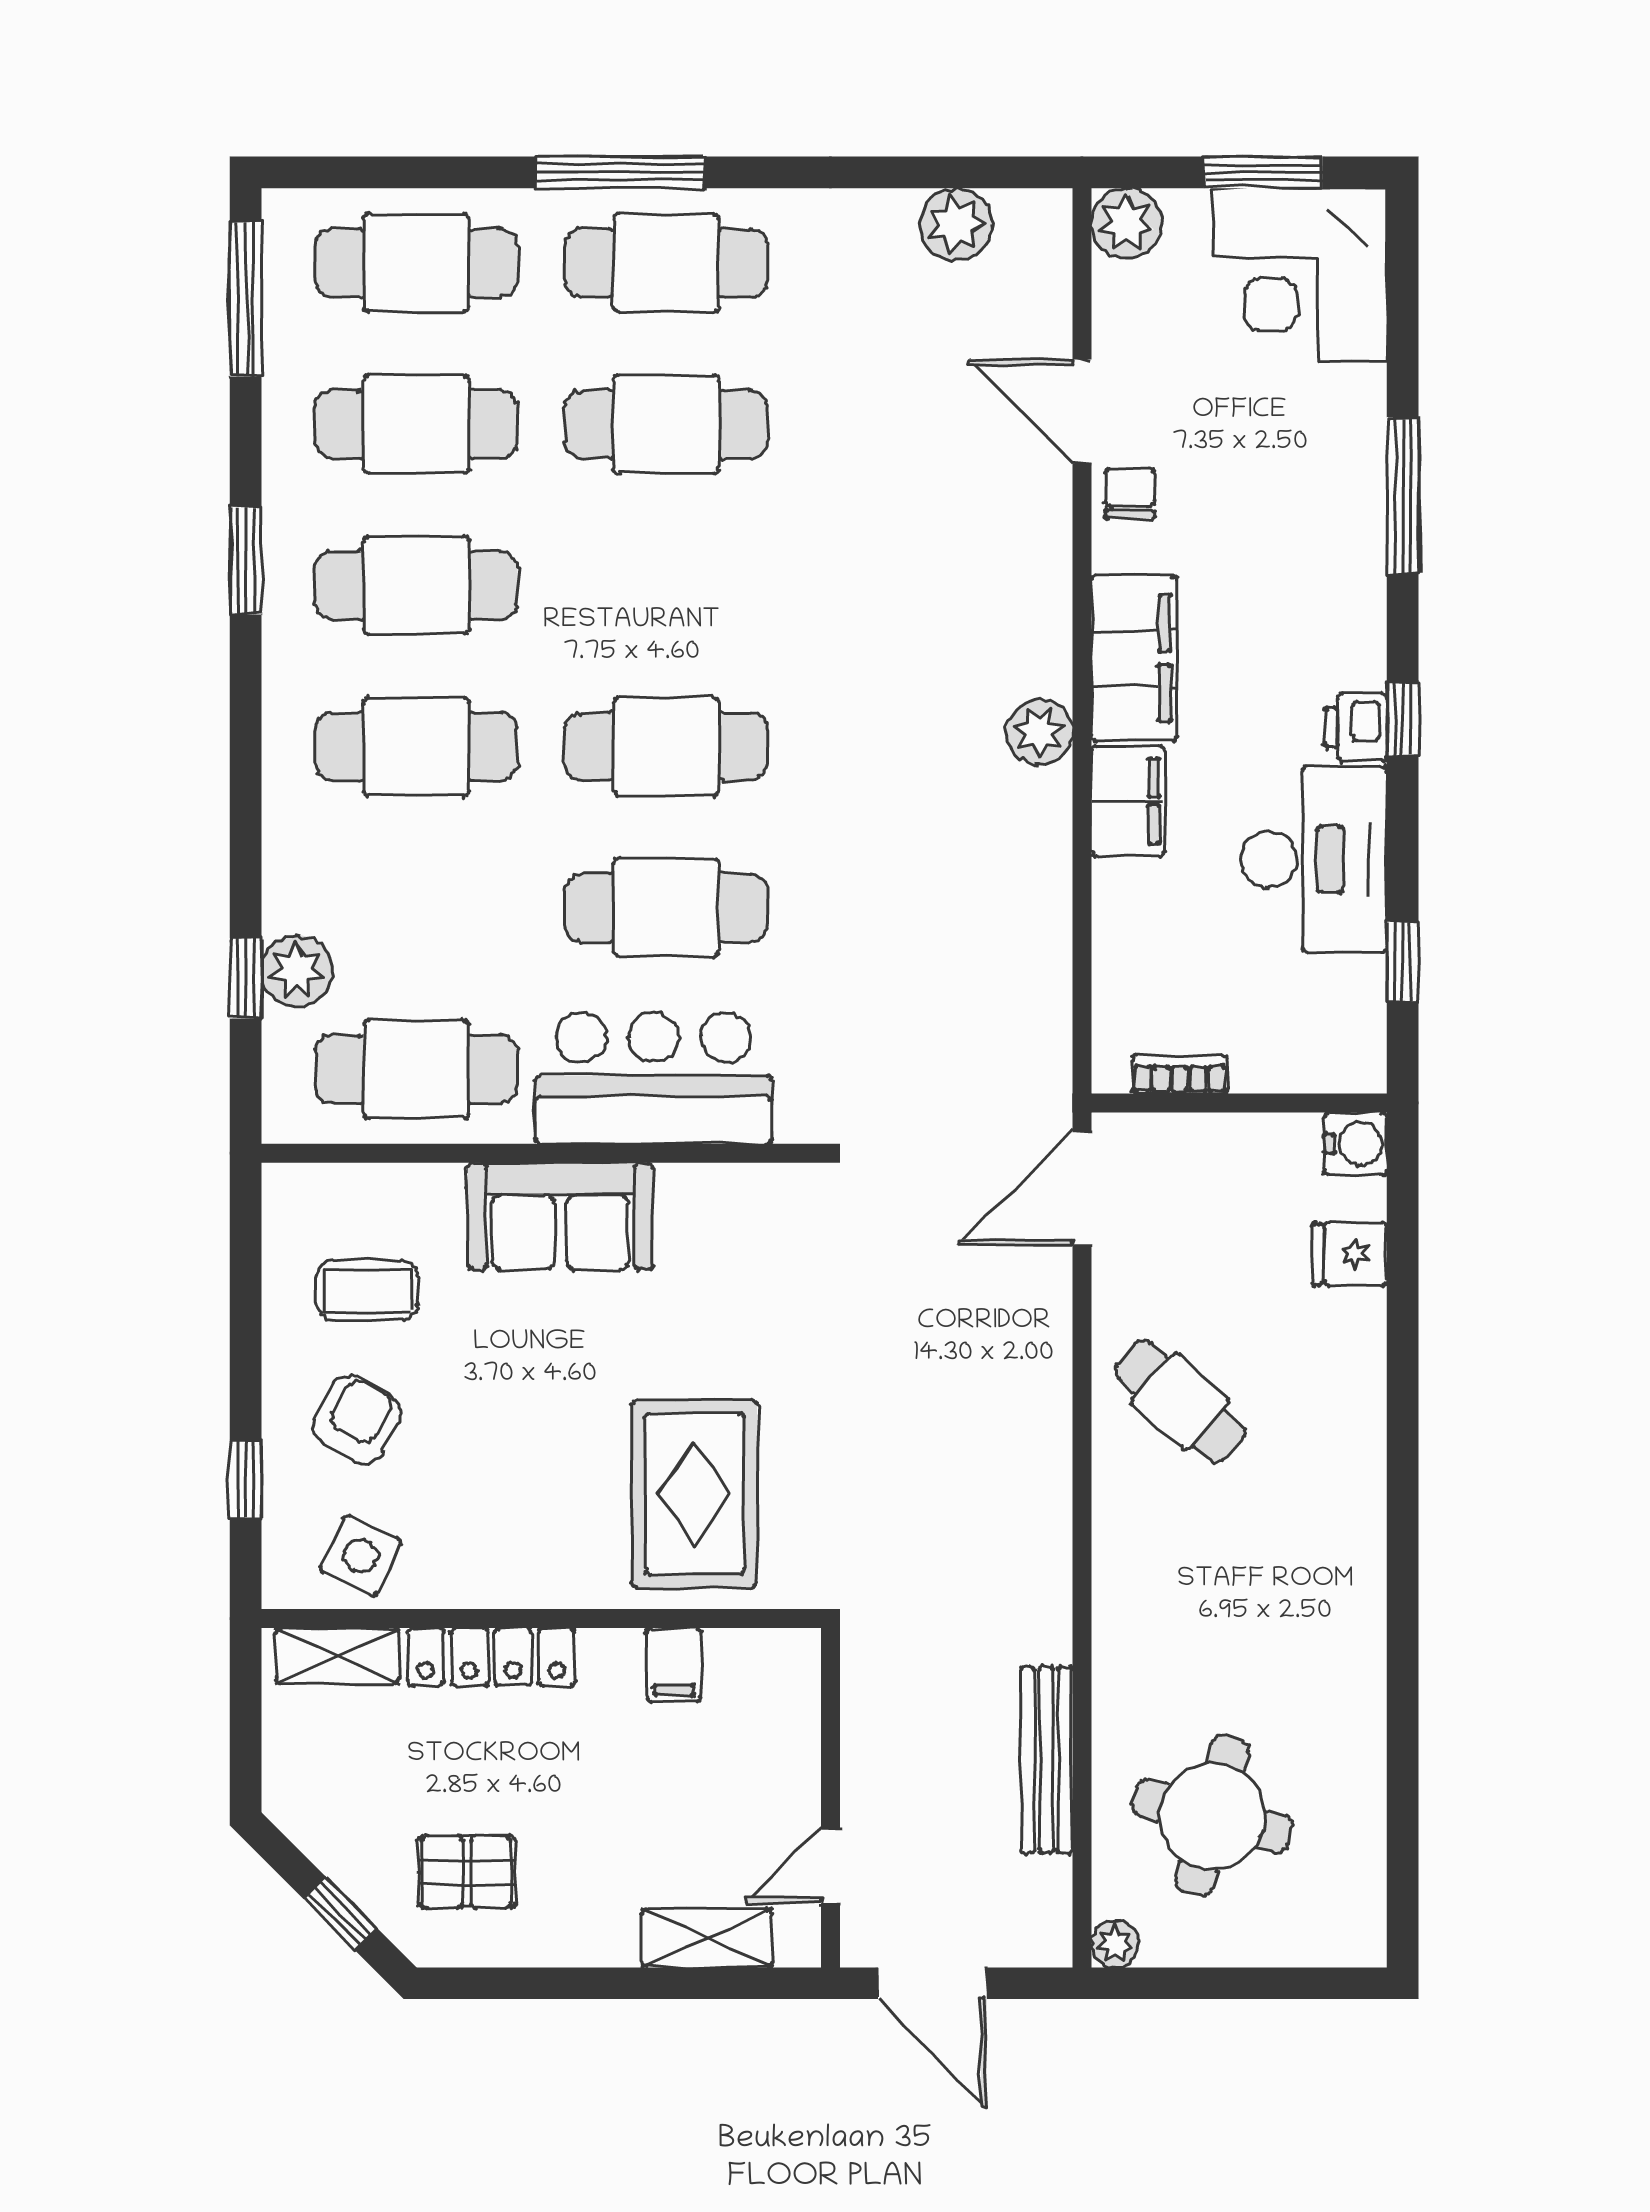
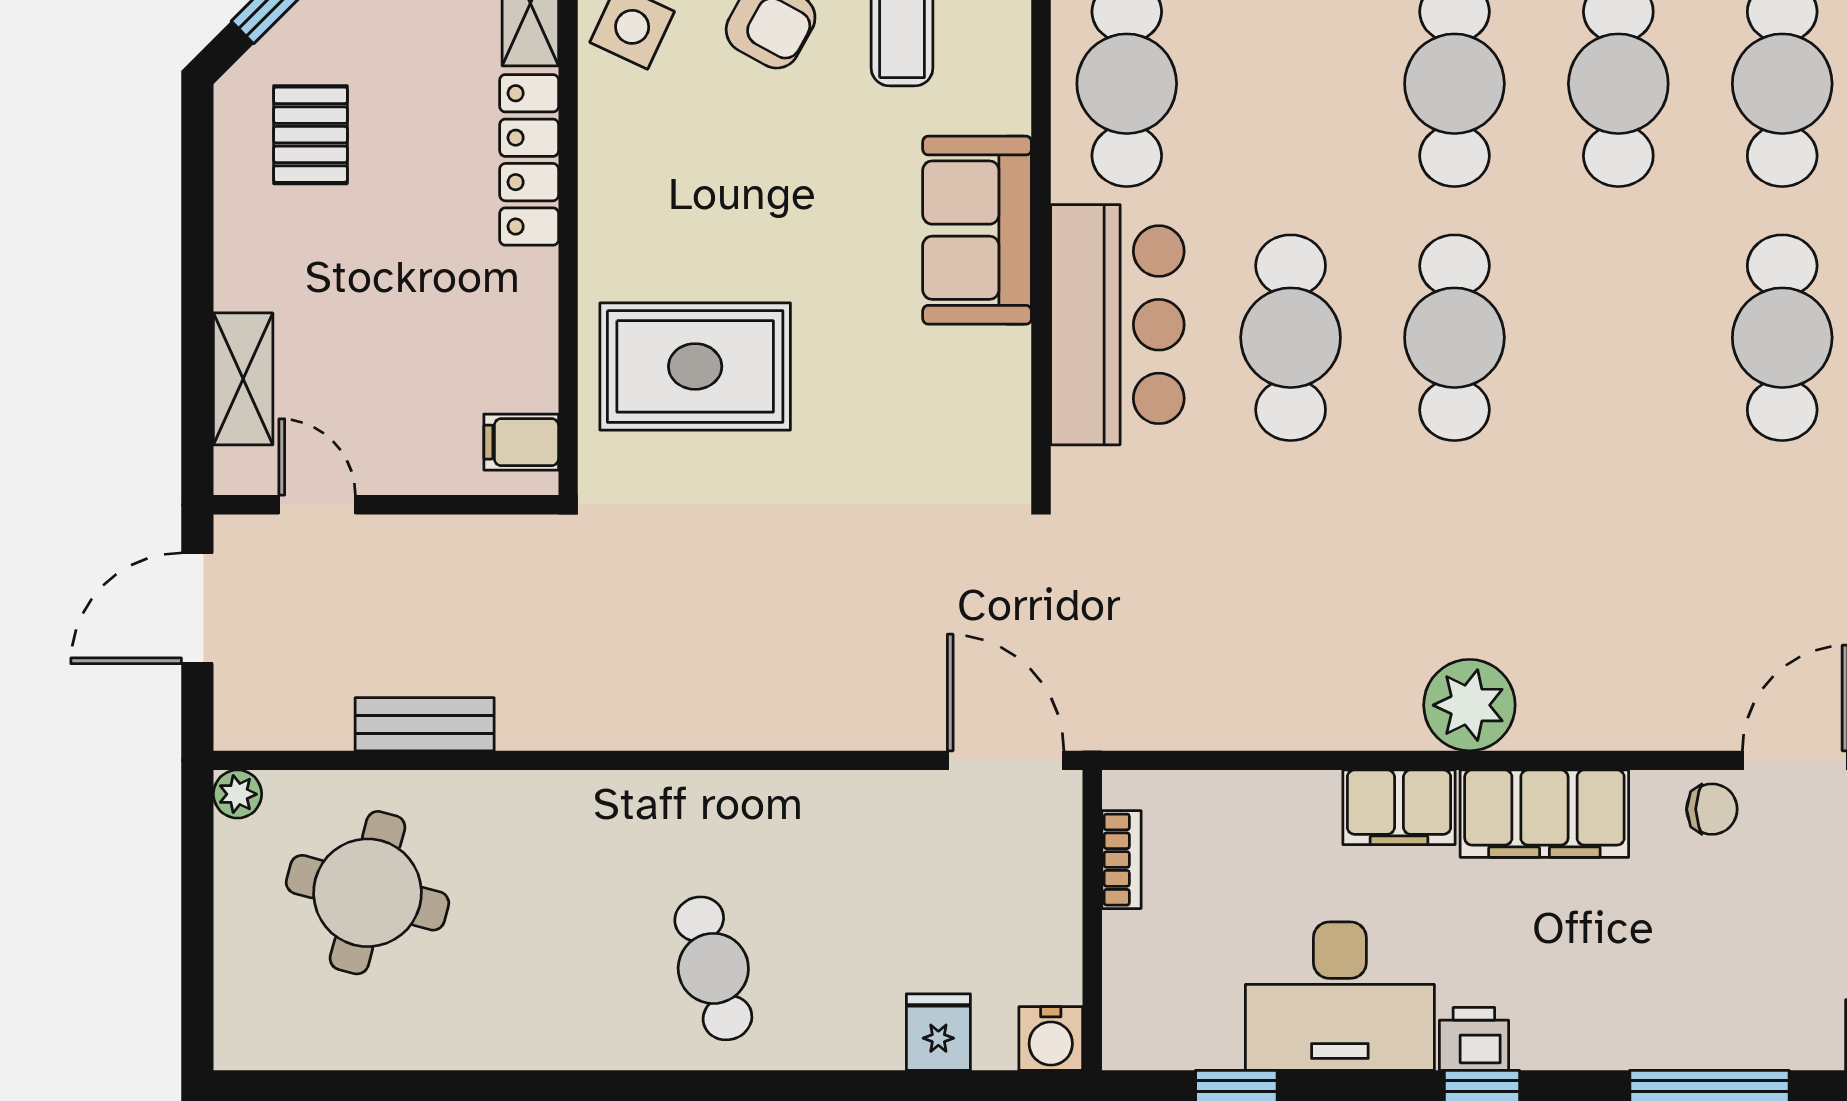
plant: (1040, 732) -> (1469, 705), width x1.36, depth x1.36
cafe table: (1180, 1401) -> (713, 968), moved, turned -58
filing cabinet: (674, 1665) -> (521, 442), moved
bench: (1046, 1760) -> (425, 724), width x0.73

